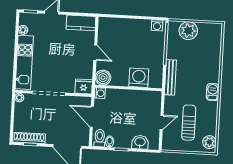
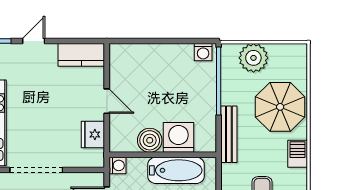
parasol: (203, 62) -> (280, 107), added
boiler: (103, 78) -> (150, 140), moved
fridge: (84, 86) -> (93, 134), moved, turned -90
bathtub: (136, 98) -> (176, 170), added

